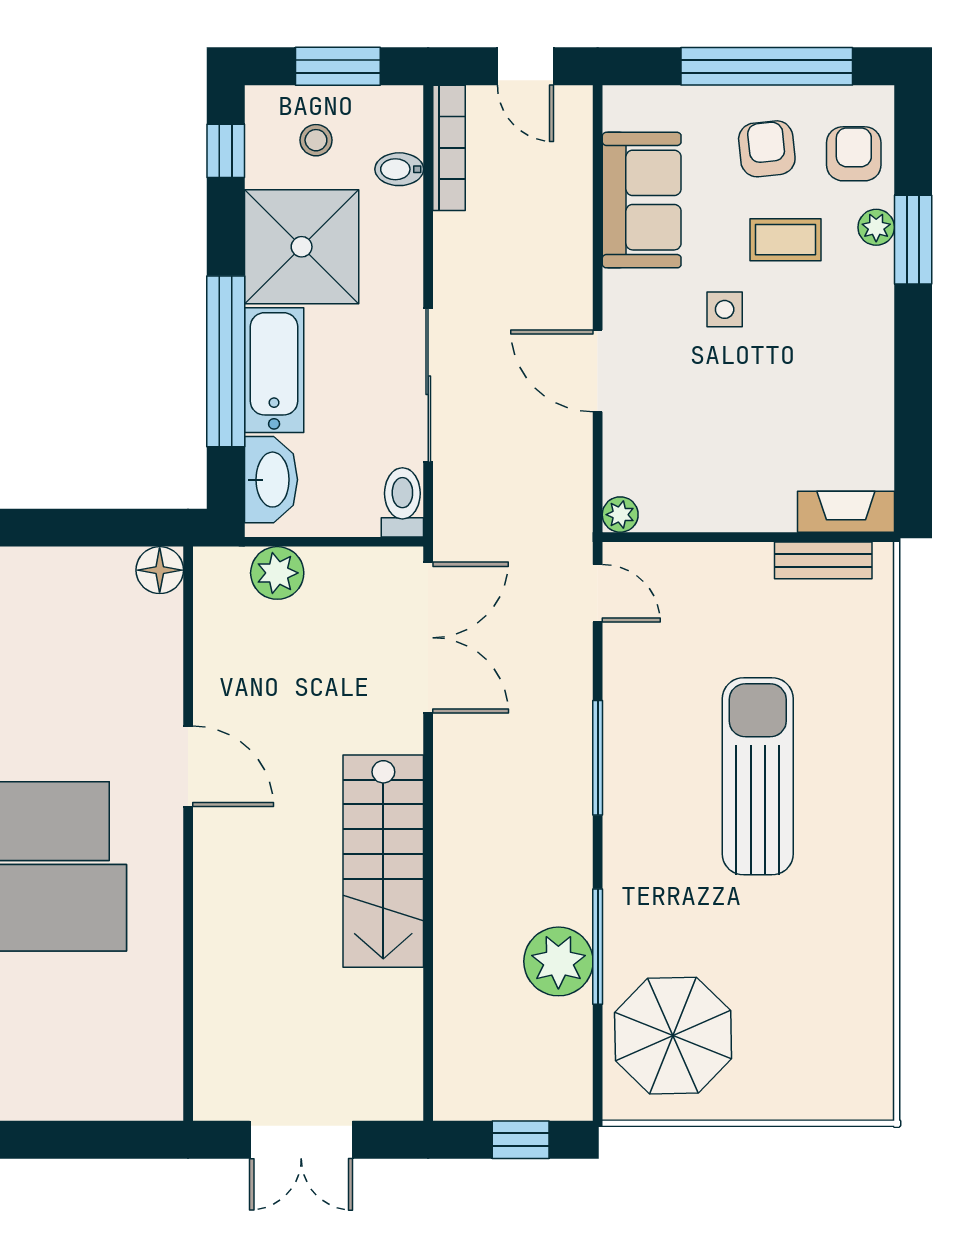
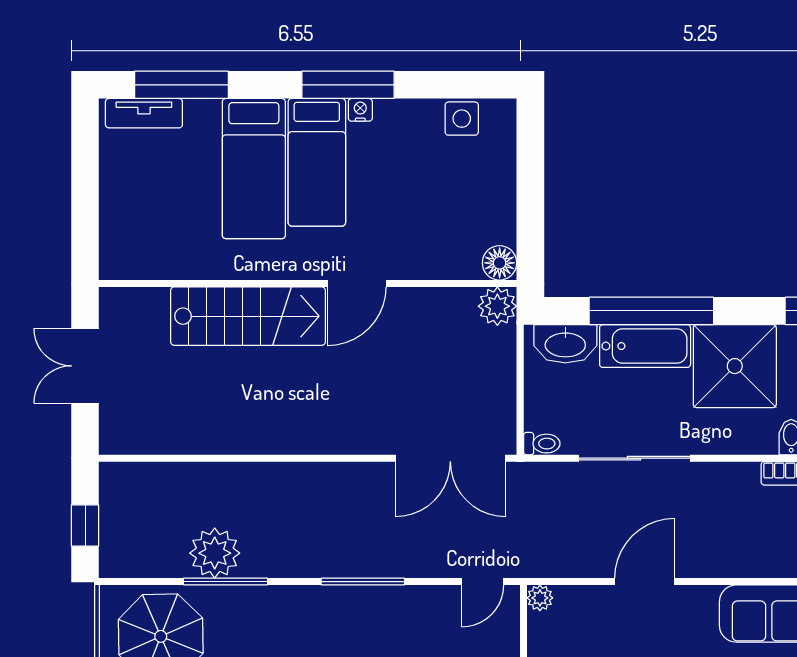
toilet: (402, 502) -> (542, 444), width x0.73, depth x0.72
plant: (277, 573) -> (497, 306), moved
stairs: (383, 861) -> (248, 316), moved, turned 180

